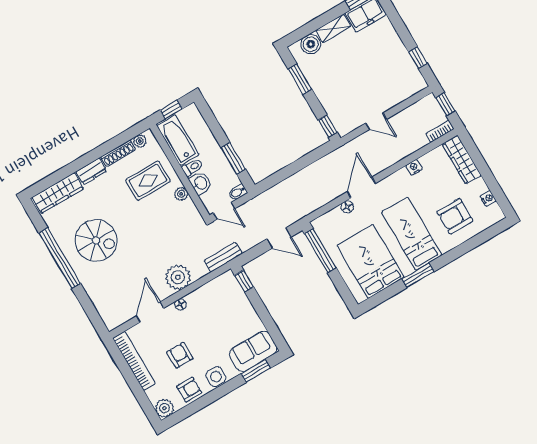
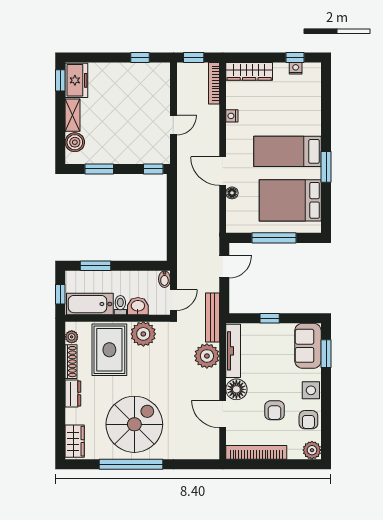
bookcase: (440, 131) -> (214, 83), width x1.56
window: (233, 158) -> (95, 266), moved
rug: (148, 181) -> (109, 350), width x1.36, depth x1.43
window: (497, 192) -> (295, 57), added
wardrobe: (58, 193) -> (75, 441), width x0.67
plant: (181, 194) -> (143, 334), width x1.88, depth x1.88
armchair: (455, 216) -> (294, 106), removed
spiral stairs: (96, 240) -> (134, 424), width x1.37, depth x1.37
window: (320, 251) -> (274, 238), moved
bench: (223, 257) -> (213, 318), width x1.36
plant: (178, 277) -> (207, 356), moved
window: (244, 281) -> (270, 318), moved
tv unit: (210, 289) -> (233, 351), added
floor lamp: (180, 305) -> (236, 389), width x1.89, depth x1.89
armchair: (180, 355) -> (274, 410), turned -90
armchair: (189, 389) -> (308, 420), turned 180

